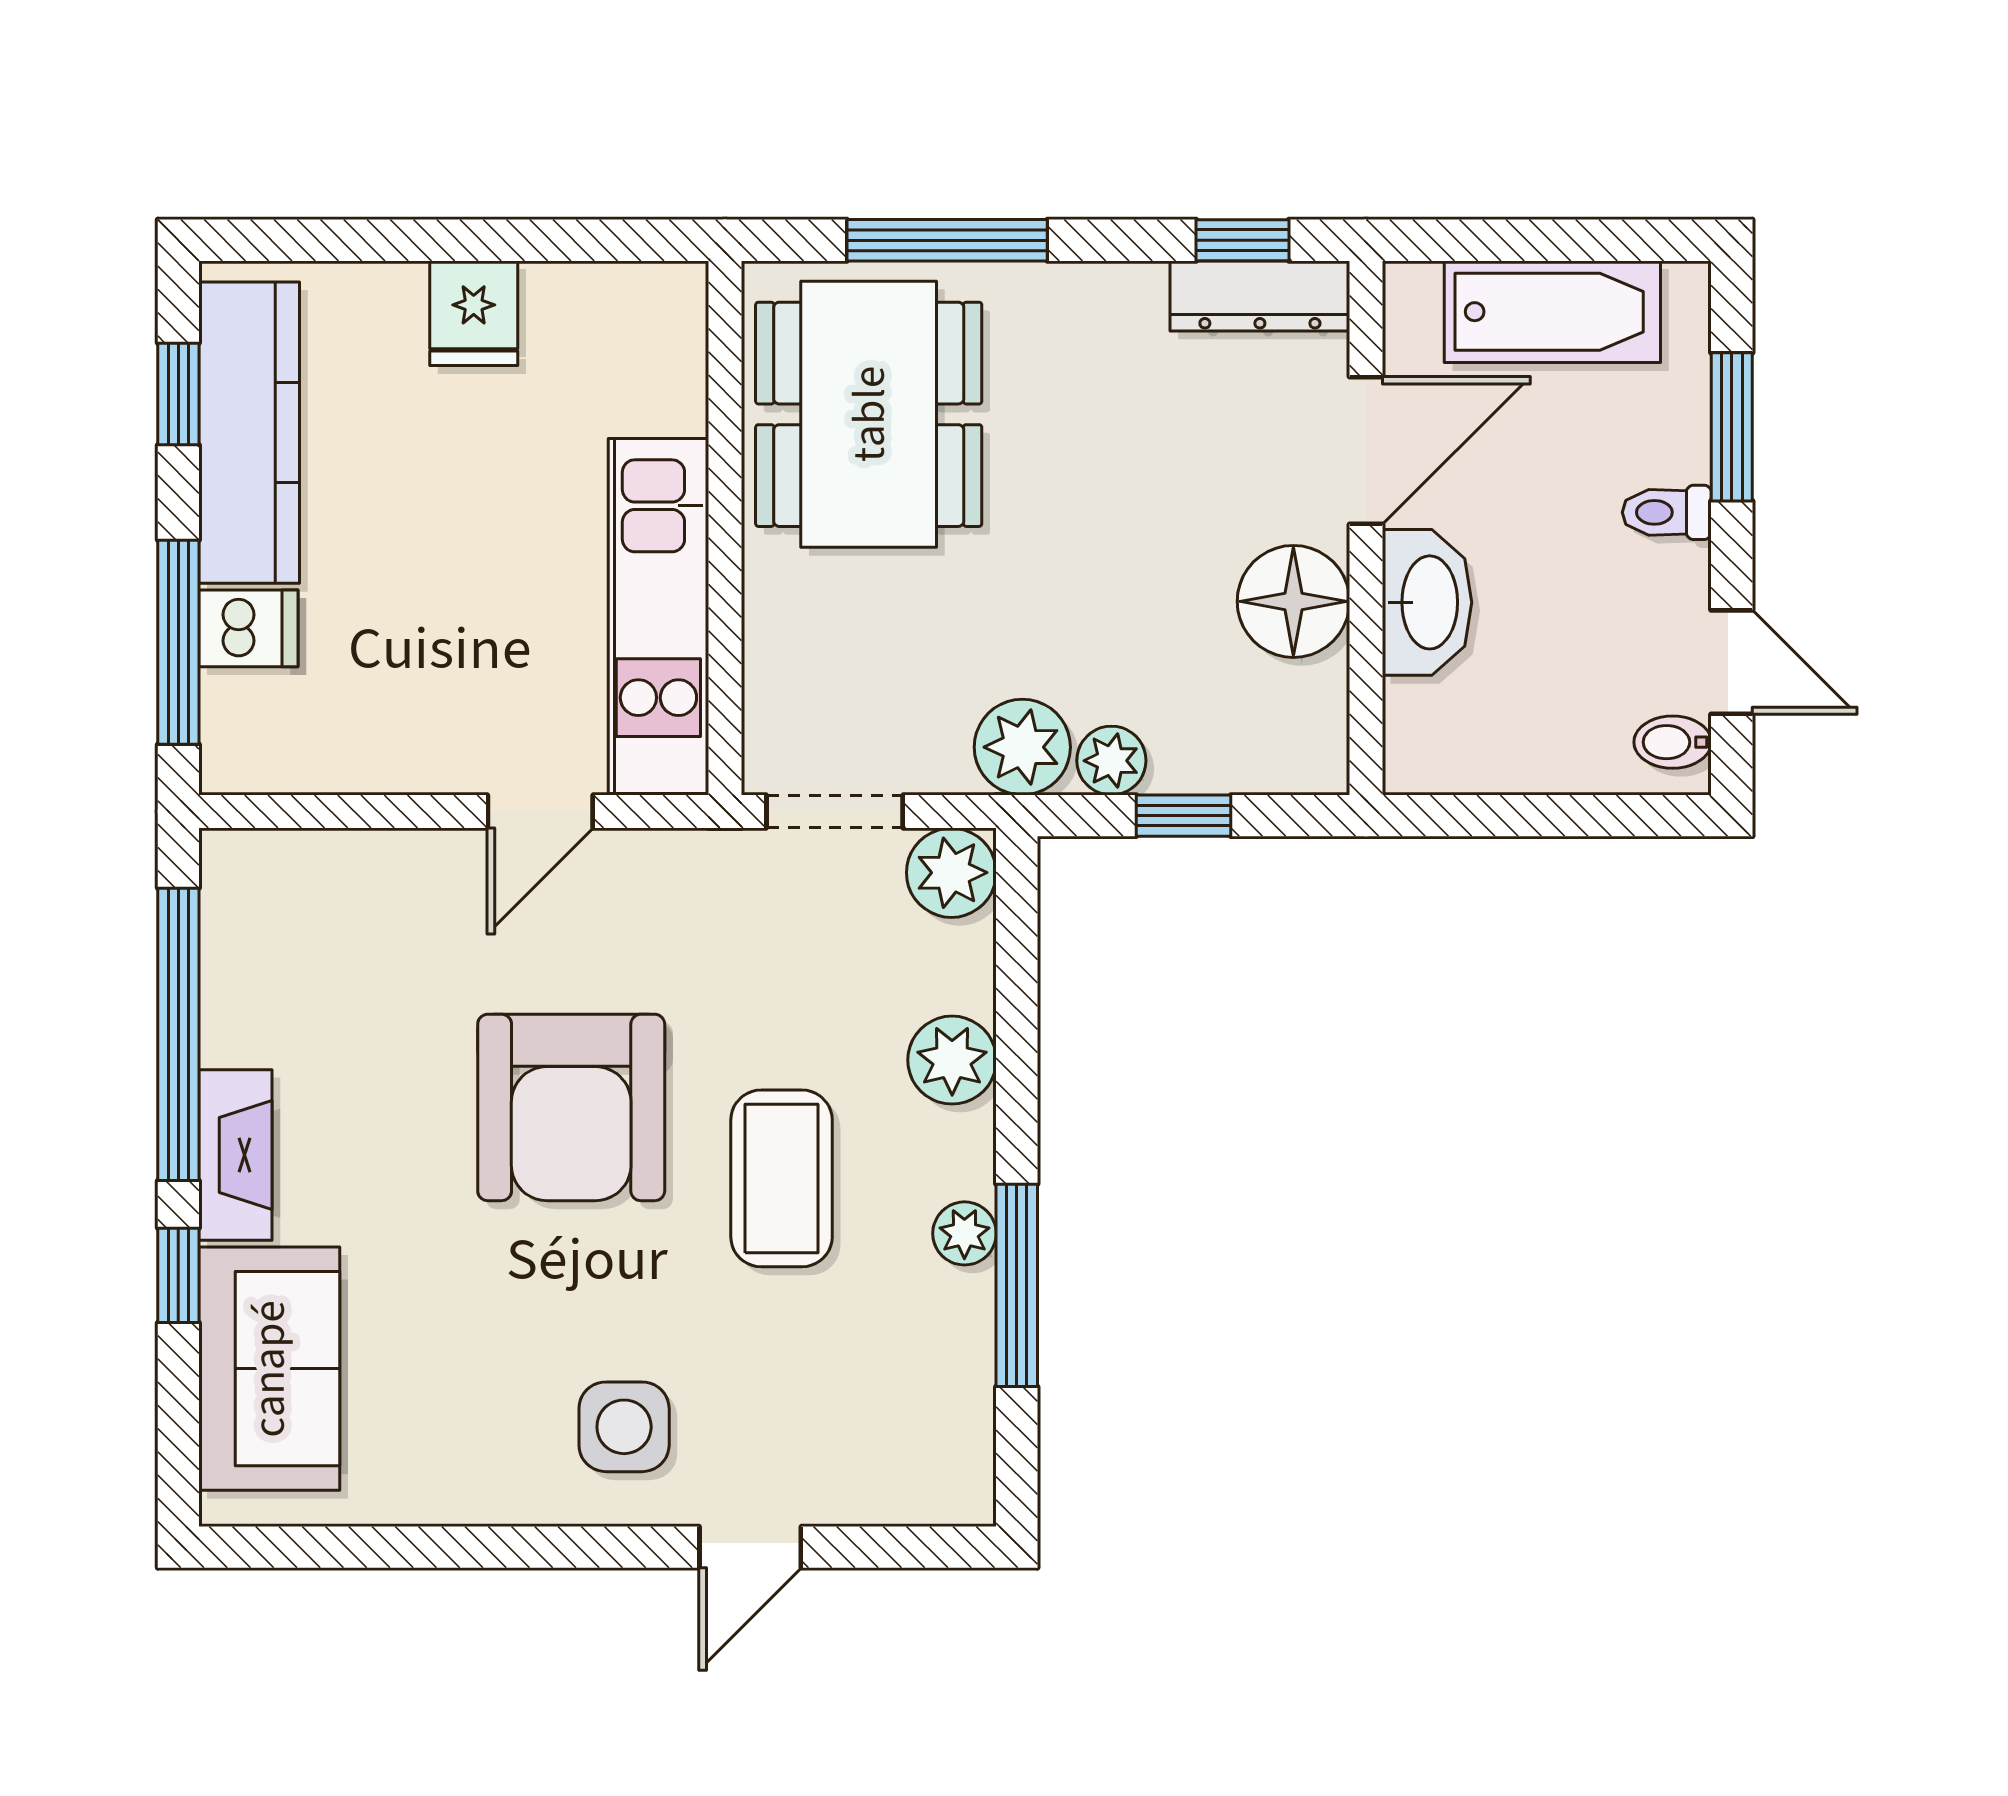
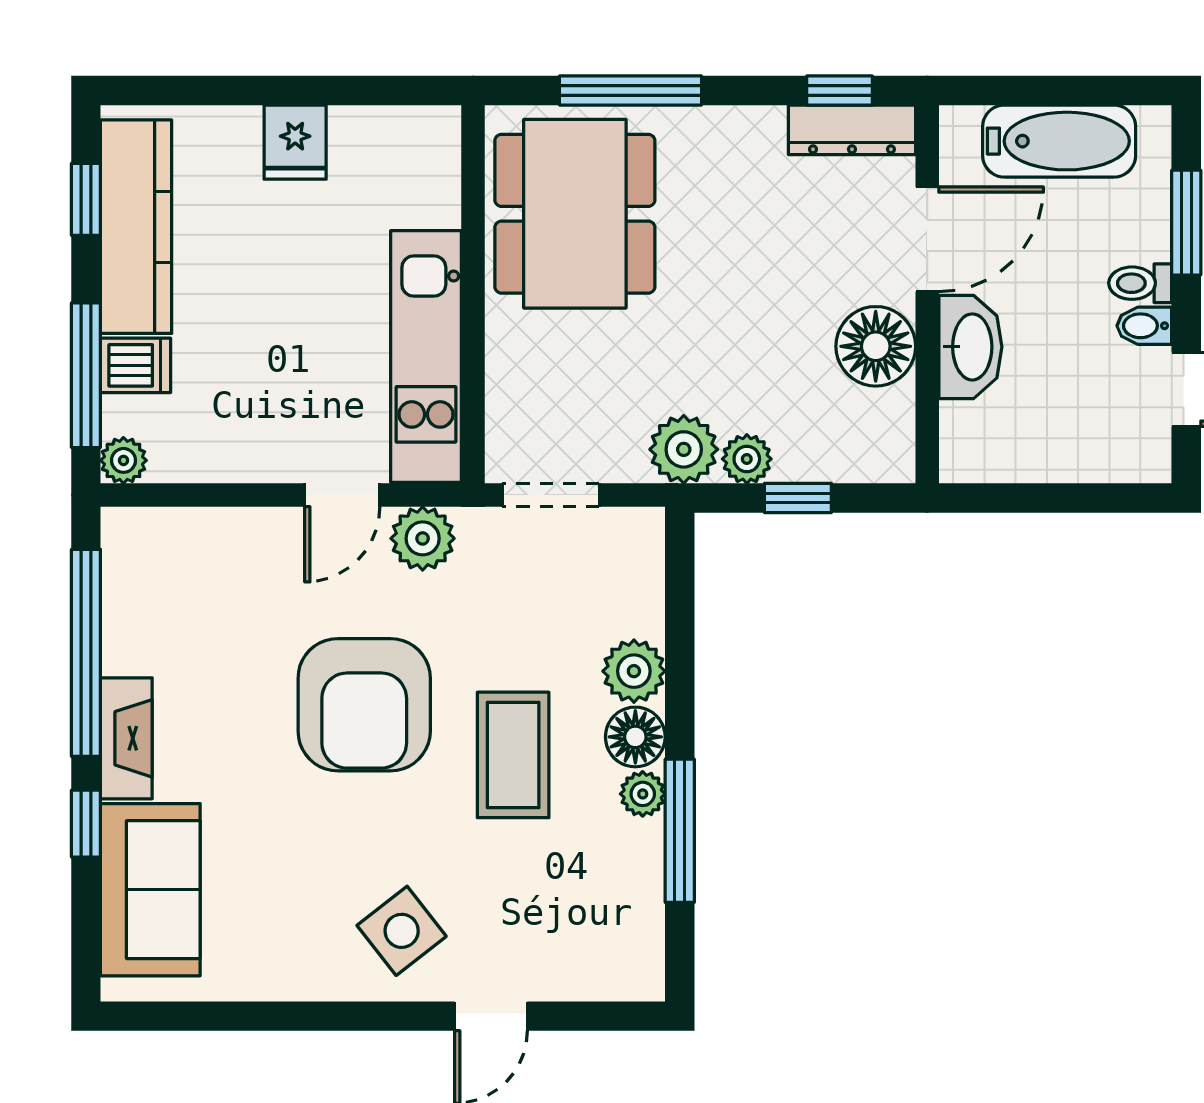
bidet: (1673, 742) -> (1144, 326), moved
plant: (231, 763) -> (123, 460), added
plant: (951, 873) -> (423, 538), moved
floor lamp: (954, 1153) -> (635, 737), added
side table: (624, 1427) -> (402, 931), turned -38

